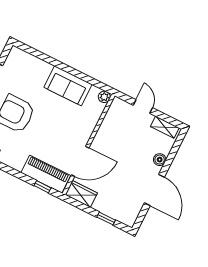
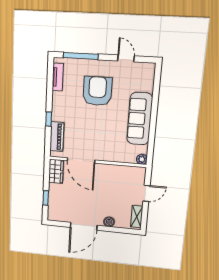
sofa: (68, 86) -> (140, 119), width x1.36
piano: (46, 174) -> (57, 137), width x0.73, depth x0.75
window: (43, 187) -> (49, 119), moved

